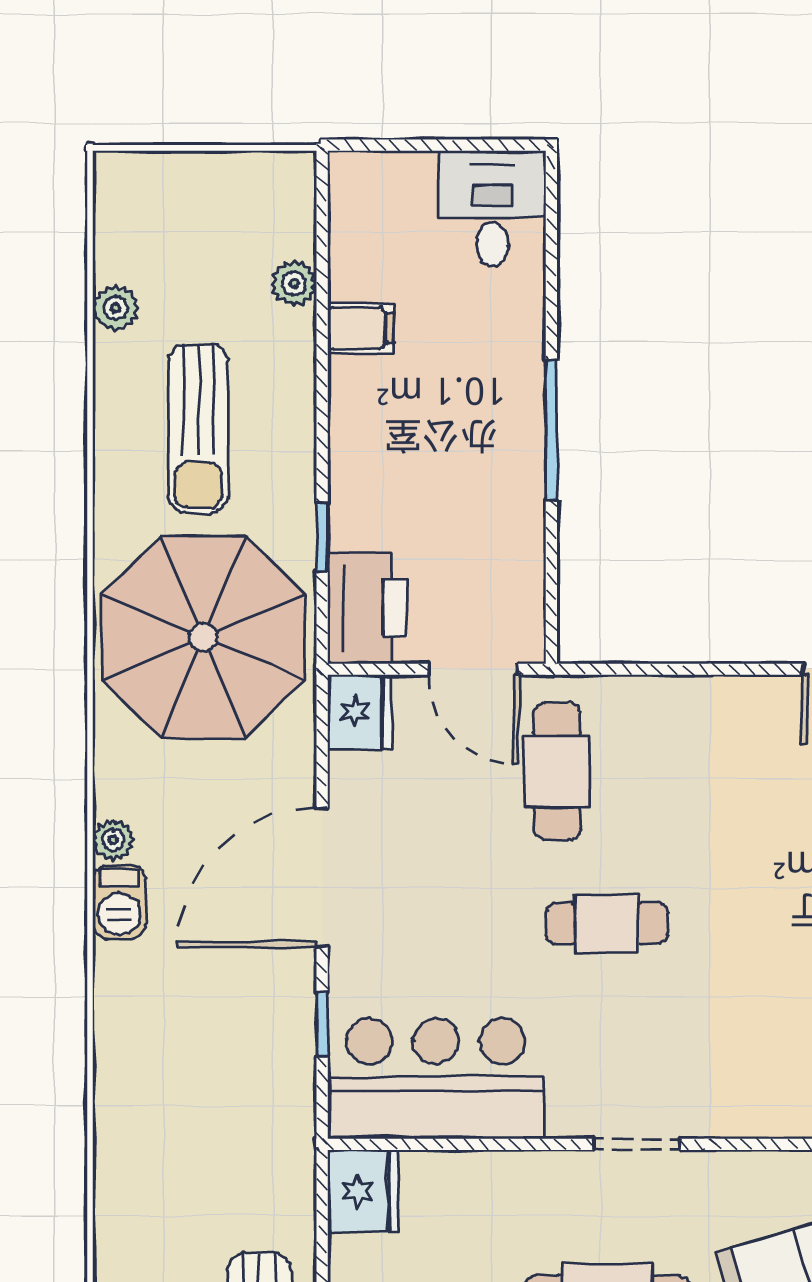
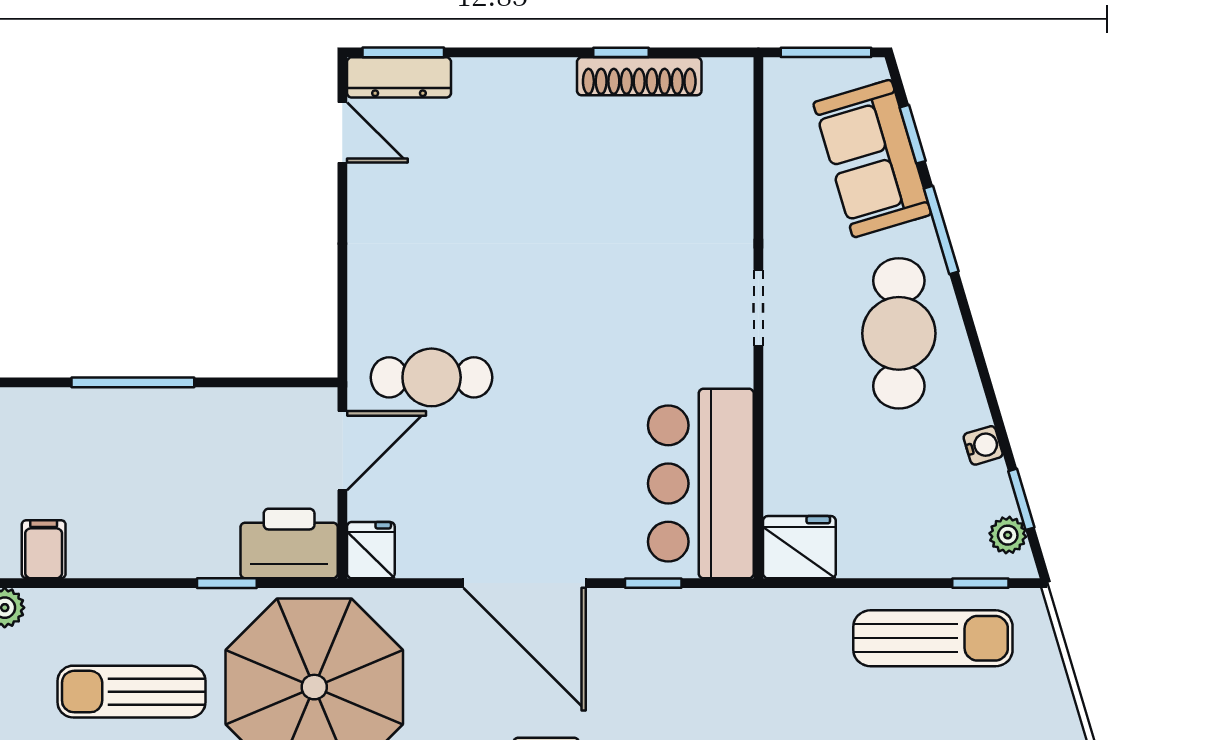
sun lounger: (198, 429) -> (132, 692), turned 180
fridge: (360, 712) -> (371, 550), width x0.72
cafe table: (607, 924) -> (565, 334), removed

